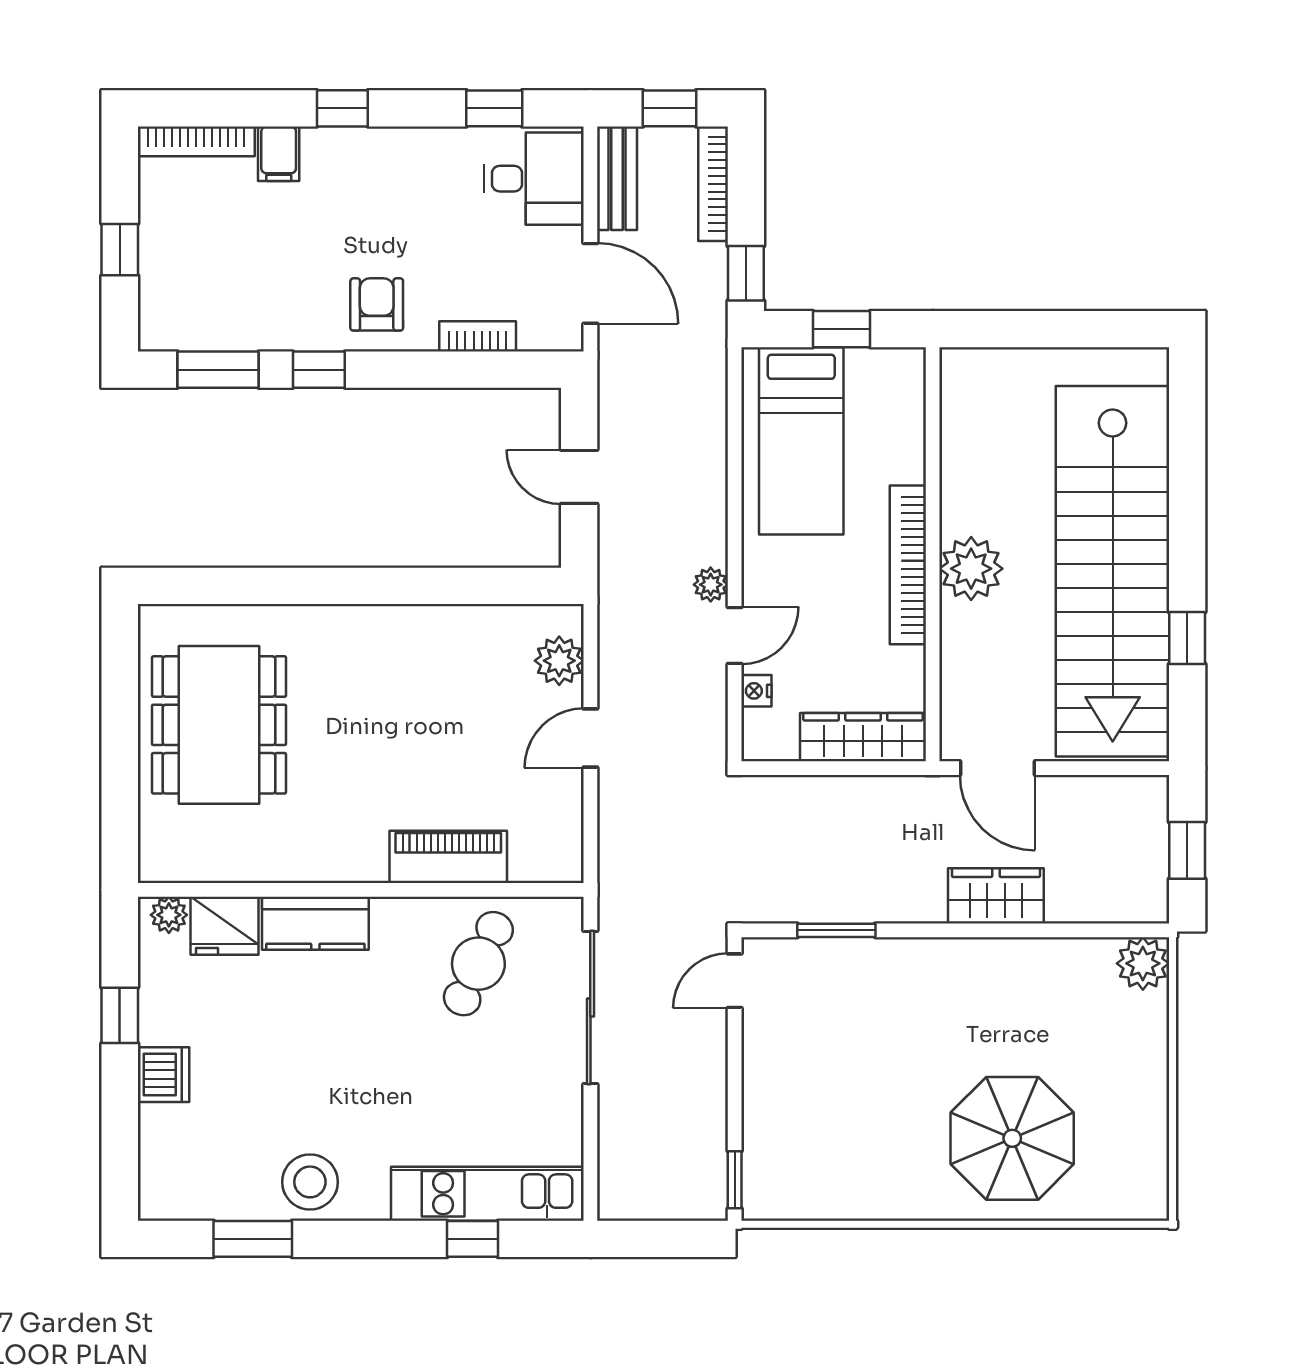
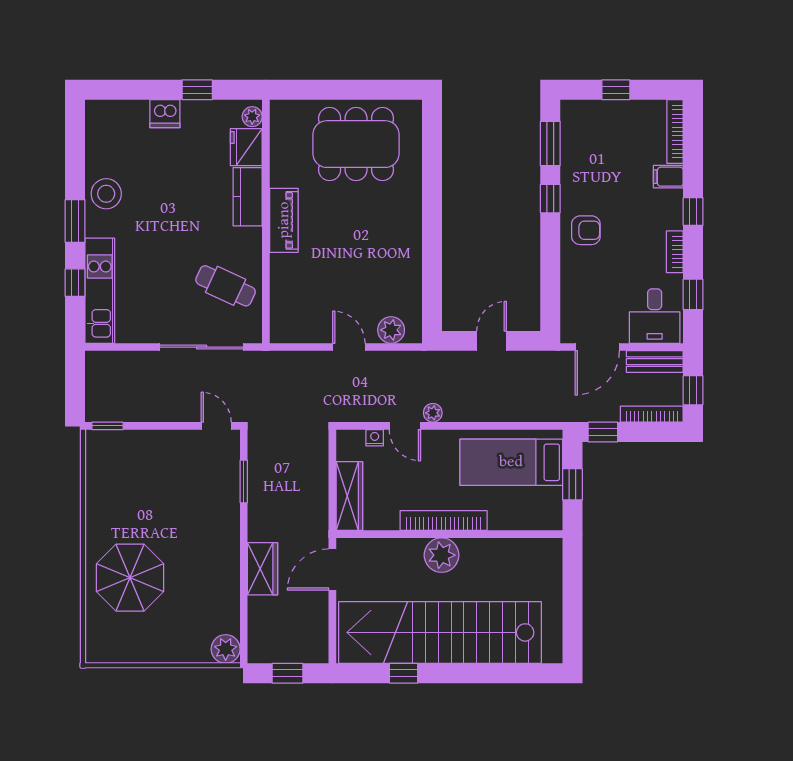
bookcase: (478, 336) -> (675, 252), moved, turned 180
piano: (448, 857) -> (284, 220), moved
window: (253, 1239) -> (75, 221), moved

